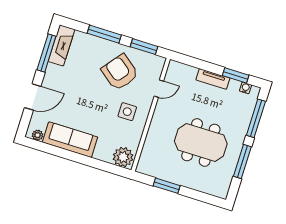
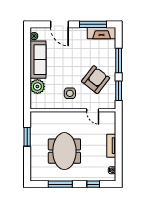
window: (236, 75) -> (119, 161), removed
window: (256, 118) -> (93, 184), width x0.46
plant: (123, 157) -> (37, 87), moved

